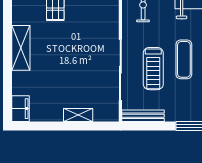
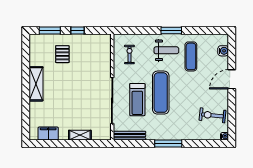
exercise mat: (184, 59) -> (161, 93), width x1.36, depth x1.45
filing cabinet: (20, 109) -> (48, 134), moved, turned -90

